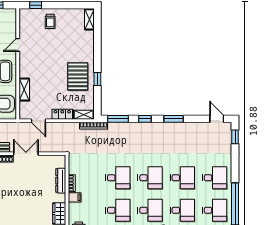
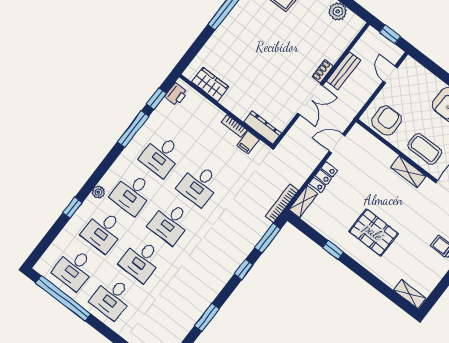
pallet: (78, 76) -> (374, 232), moved
shelving: (24, 90) -> (408, 172), moved
window: (174, 119) -> (207, 317), moved
dresser: (61, 181) -> (263, 128), moved
filing cabinet: (75, 197) -> (248, 142), moved

